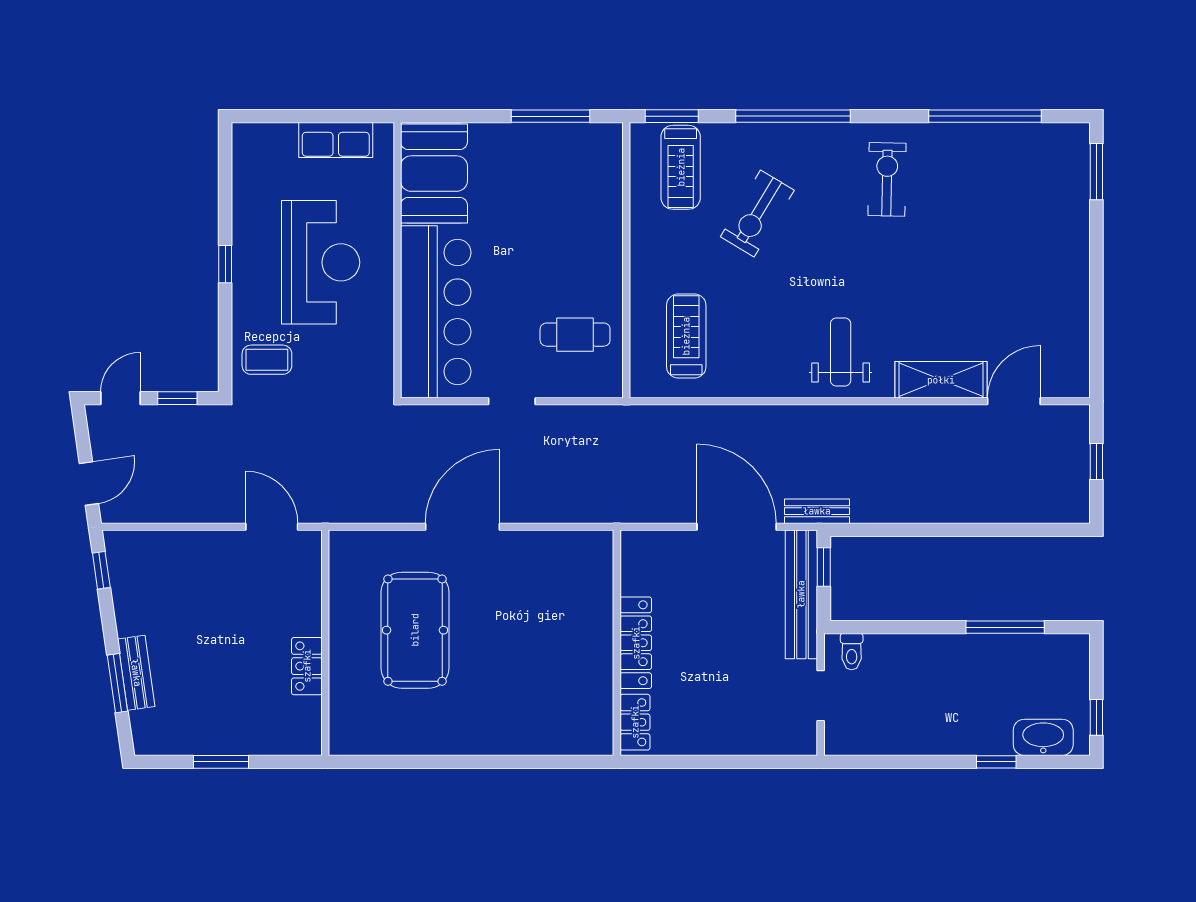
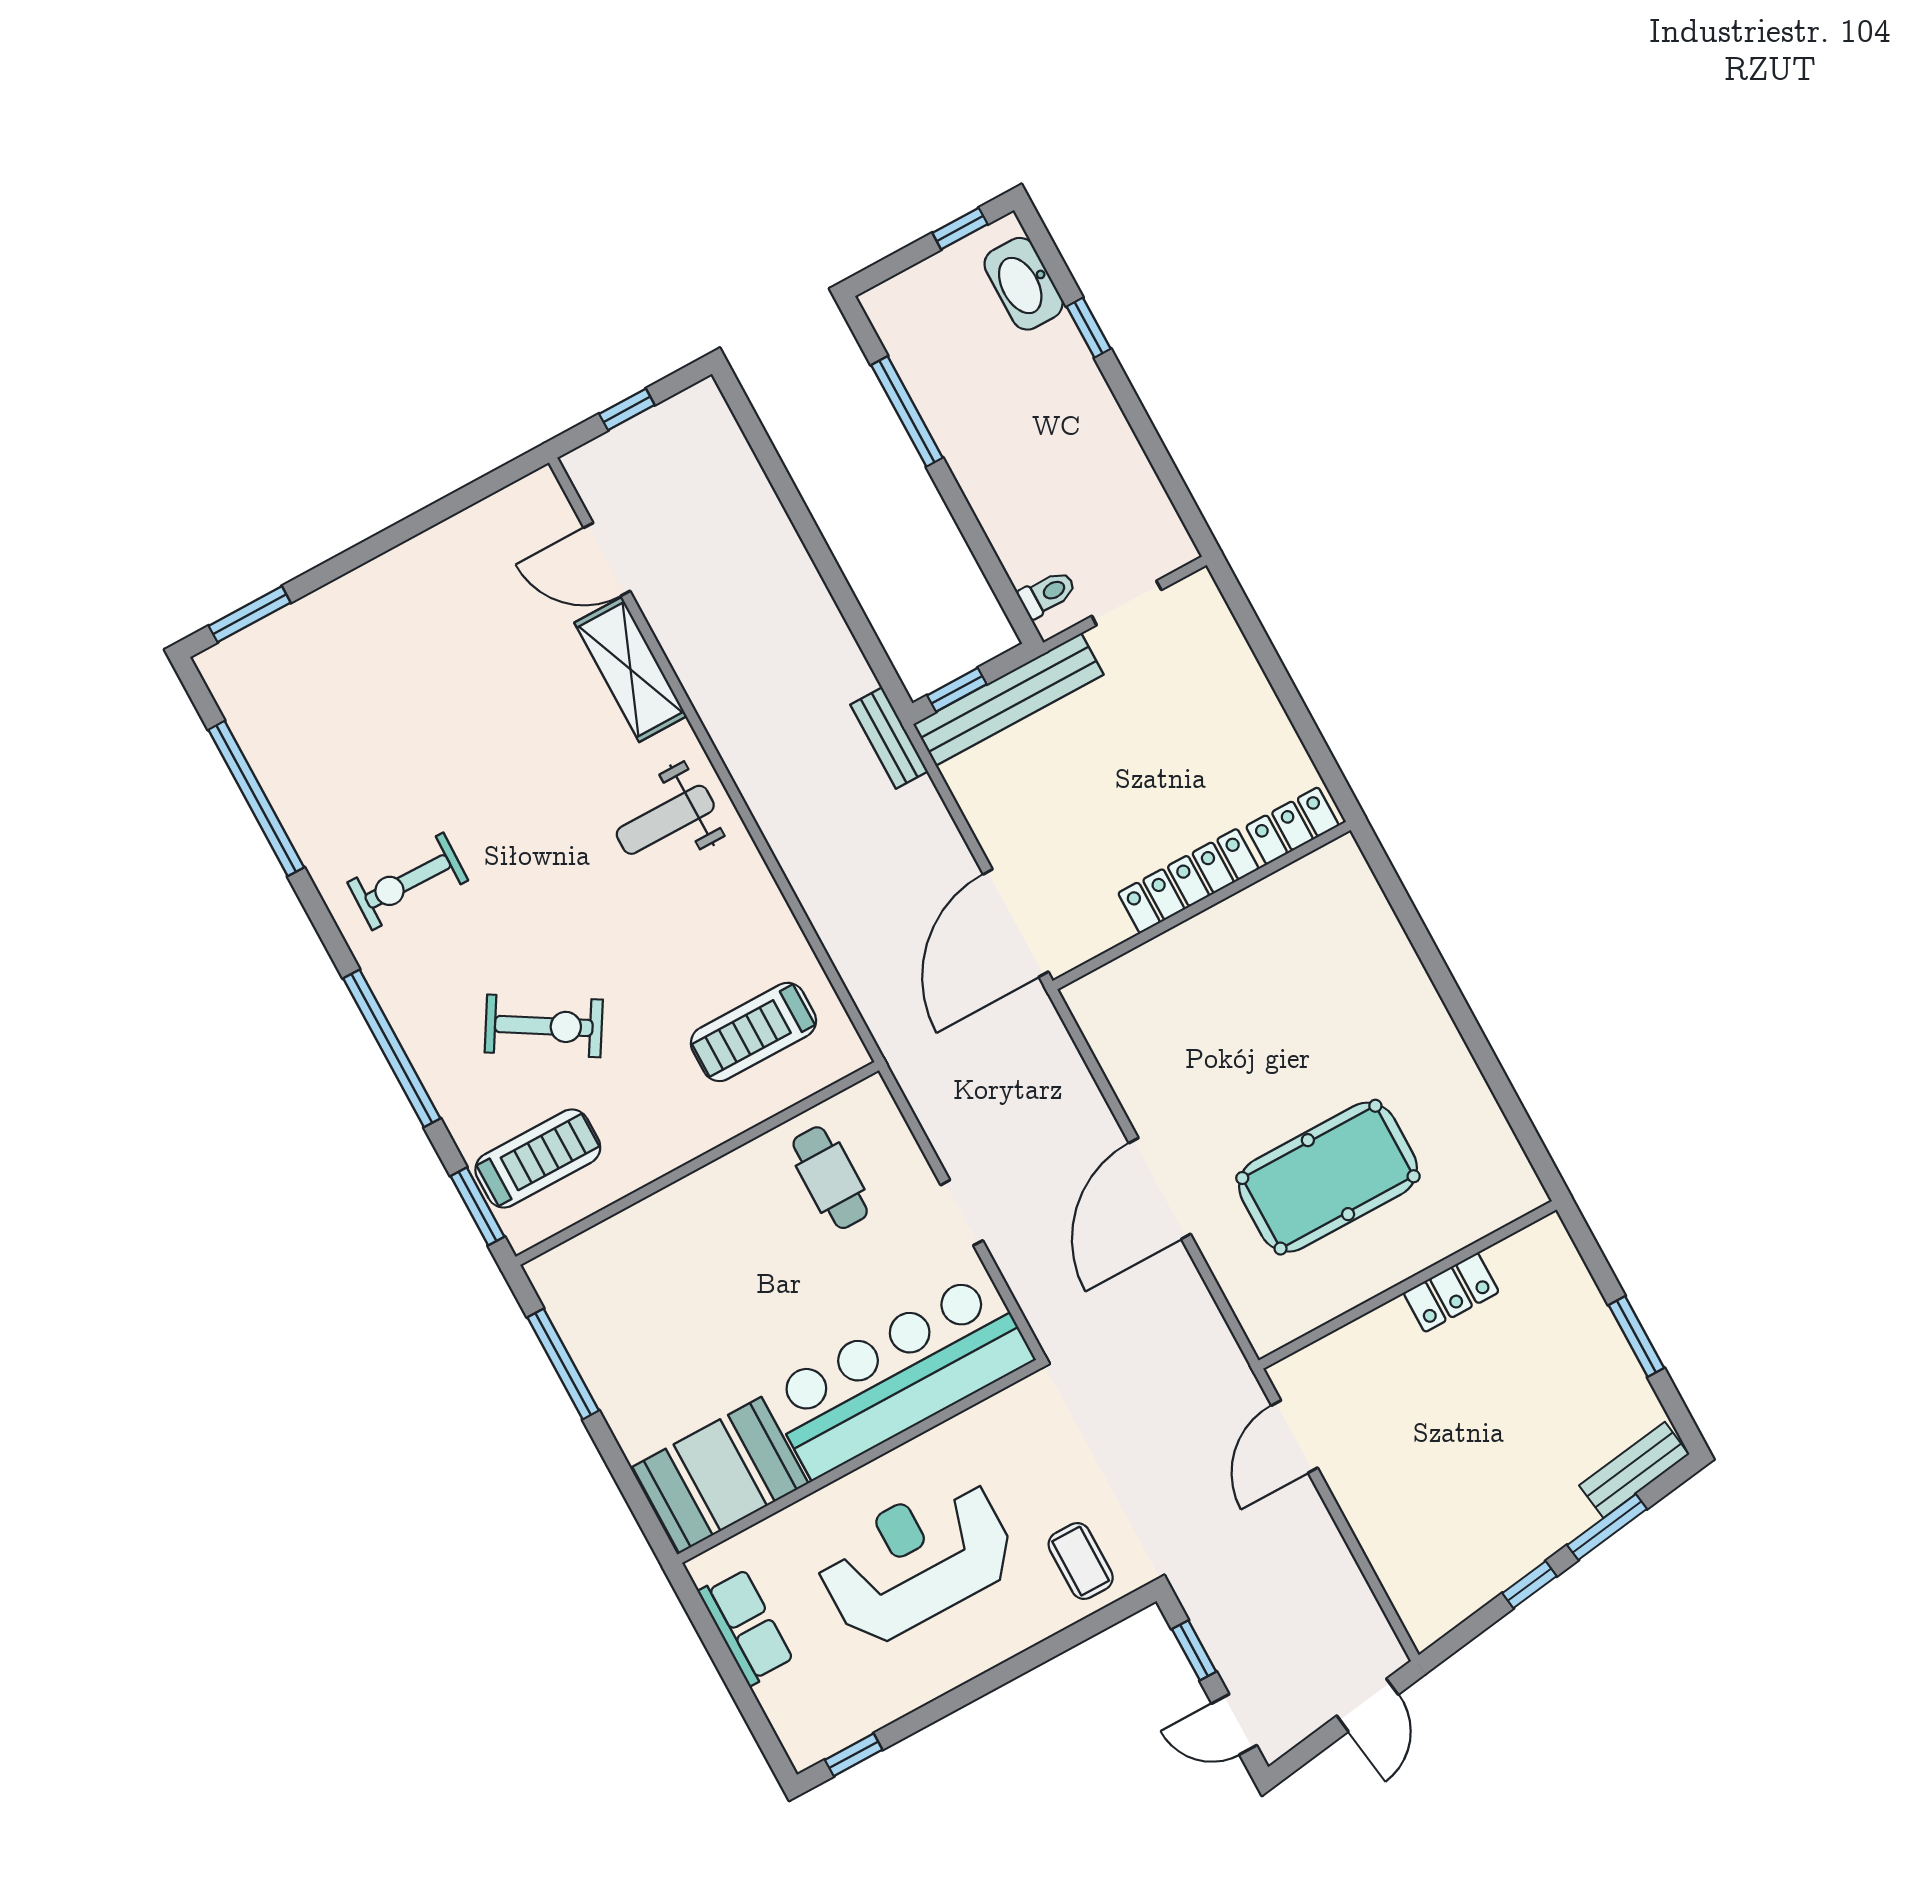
window: (225, 264) -> (854, 1755), moved
door: (89, 483) -> (1367, 1705), swing flipped
door: (462, 527) -> (1160, 1188), hinge flipped
door: (737, 527) -> (1016, 923), moved
window: (101, 570) -> (1530, 1585), moved
bench: (136, 673) -> (1634, 1470), moved

